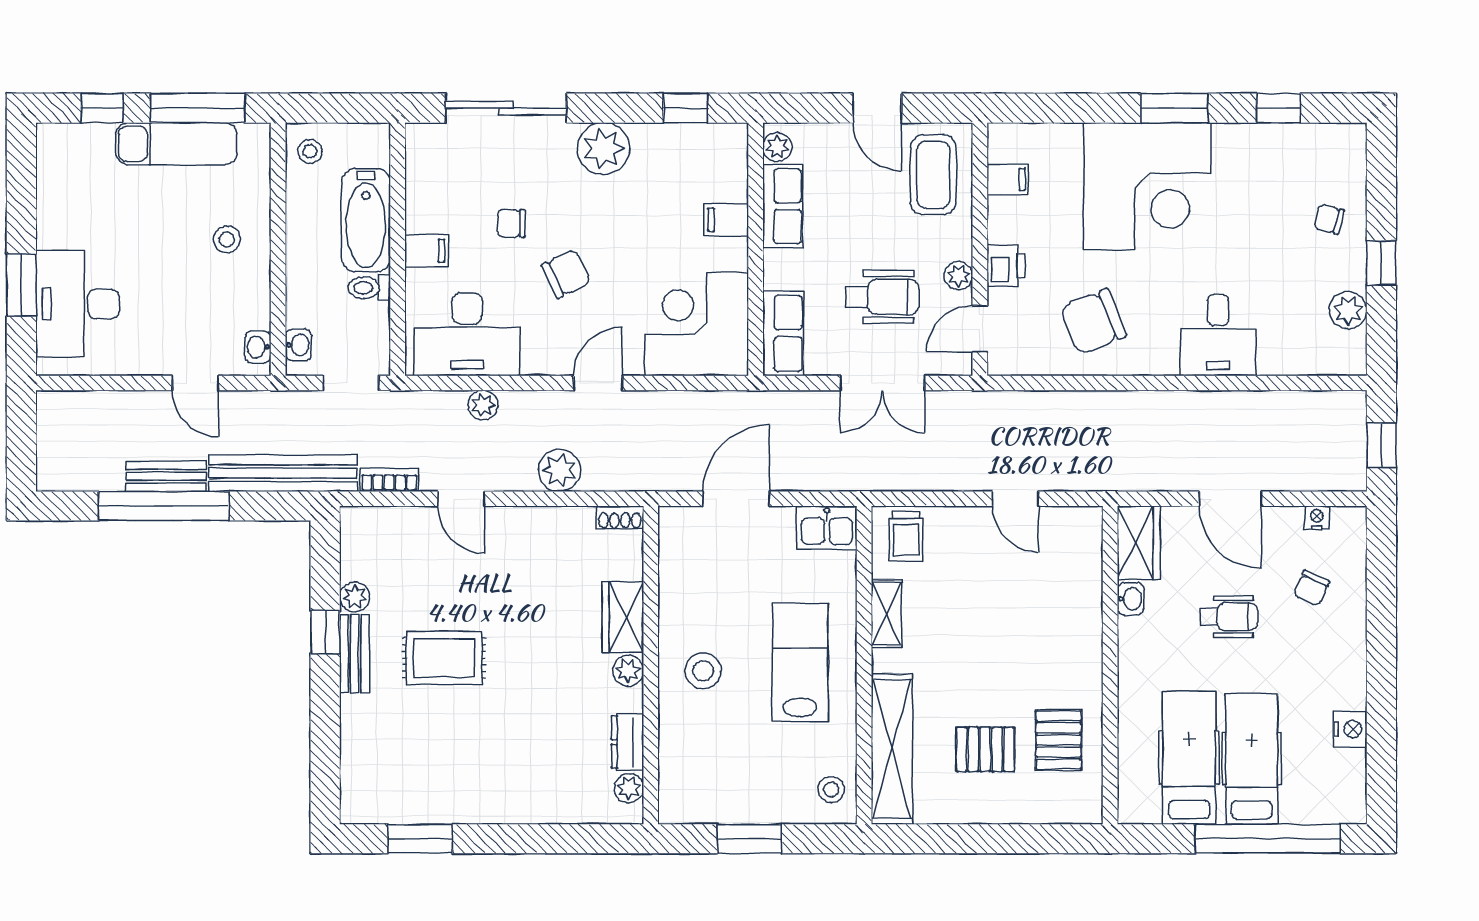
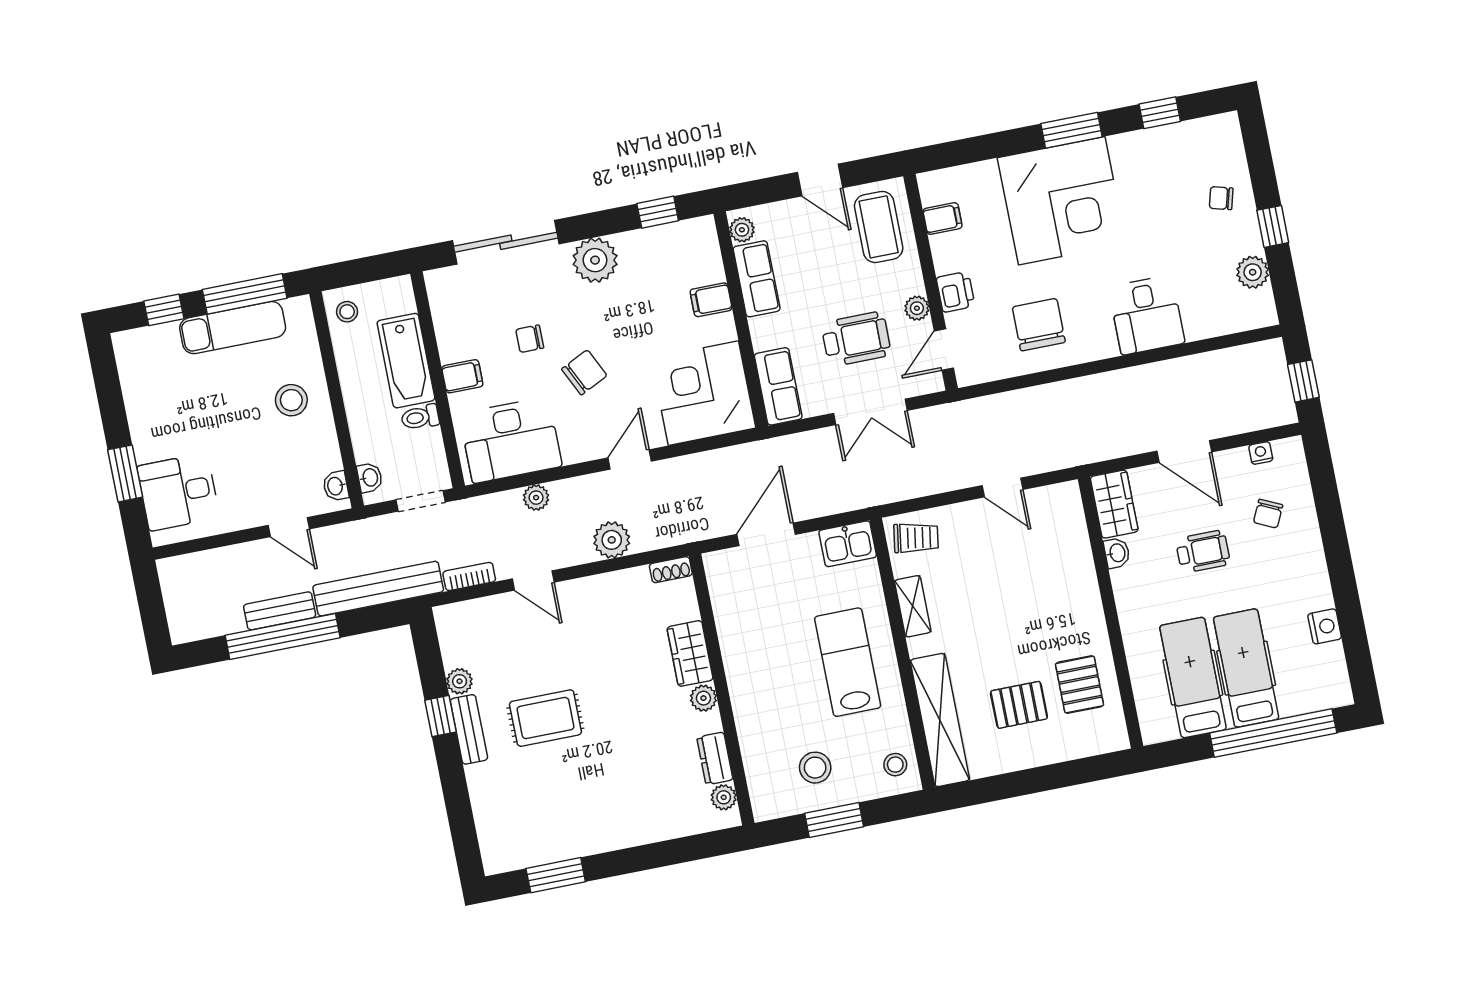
stool: (227, 239) -> (291, 400), width x1.37, depth x1.37
desk: (78, 304) -> (178, 492), width x0.73
chair: (1093, 322) -> (1039, 325), turned 112
trolley: (906, 536) -> (916, 538), turned -81
stool: (703, 671) -> (815, 768), moved

